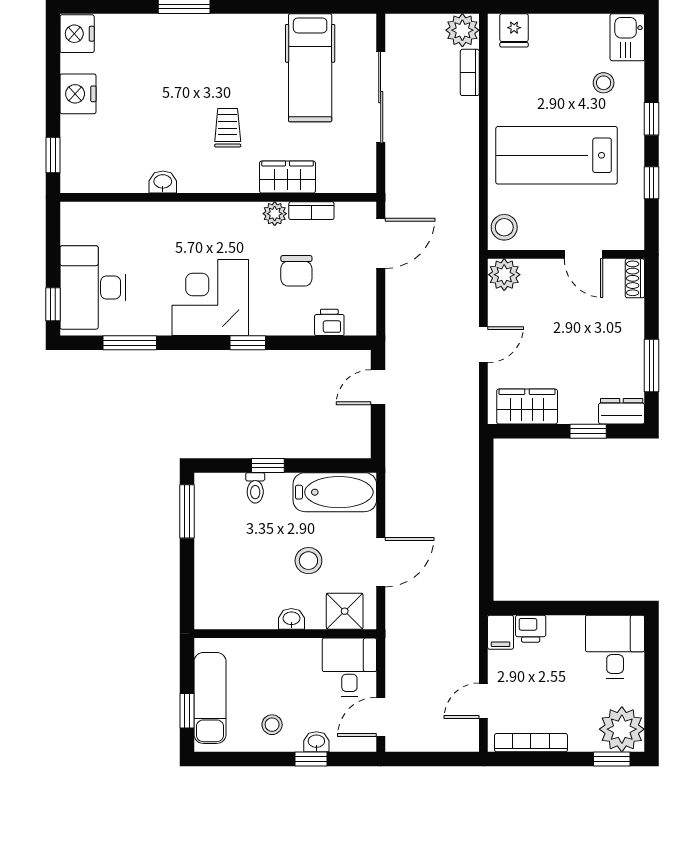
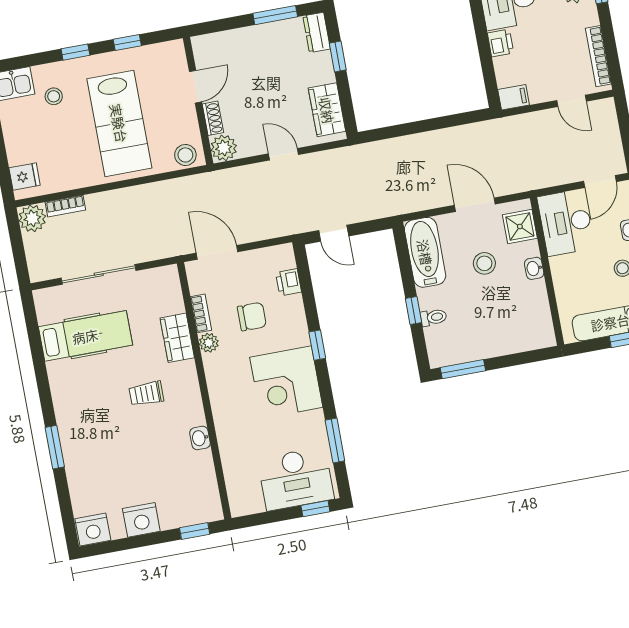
shoe rack: (635, 278) -> (213, 118), moved, turned -90
printer: (531, 629) -> (501, 43), moved
desk: (349, 667) -> (566, 222), width x1.37
door: (381, 717) -> (600, 181), hinge flipped

